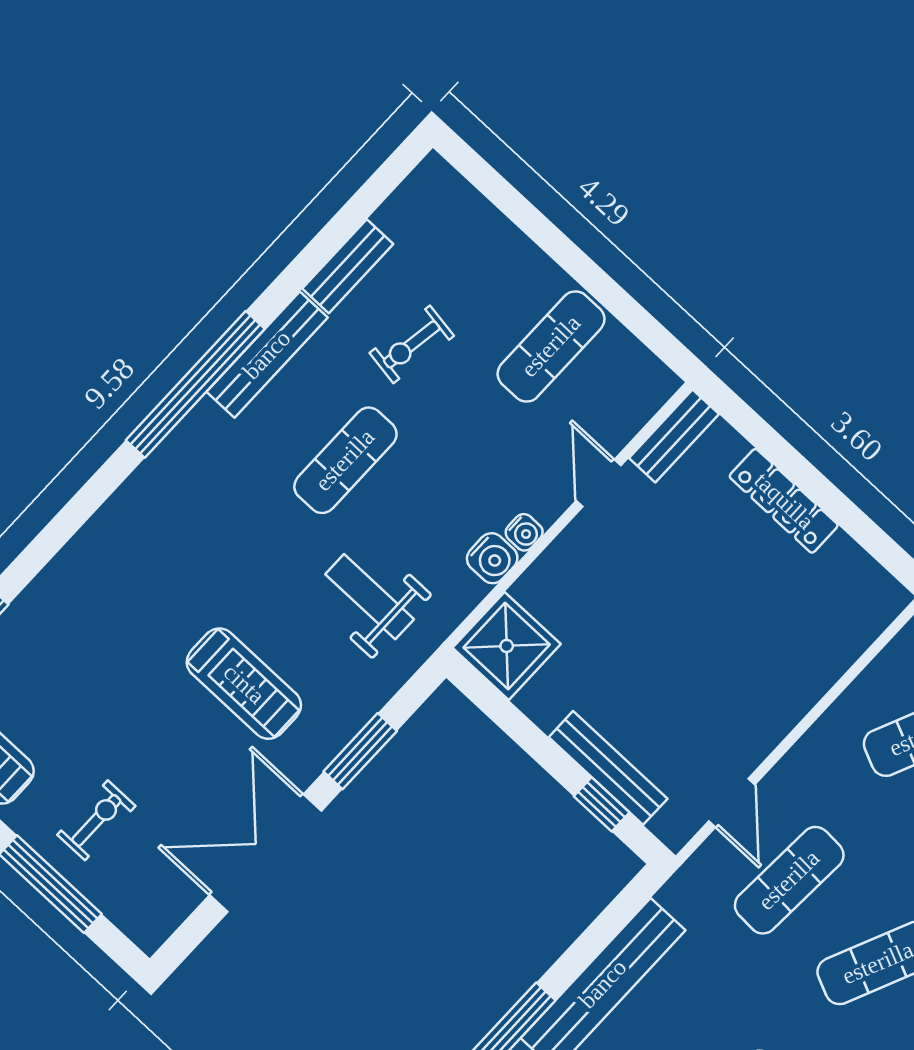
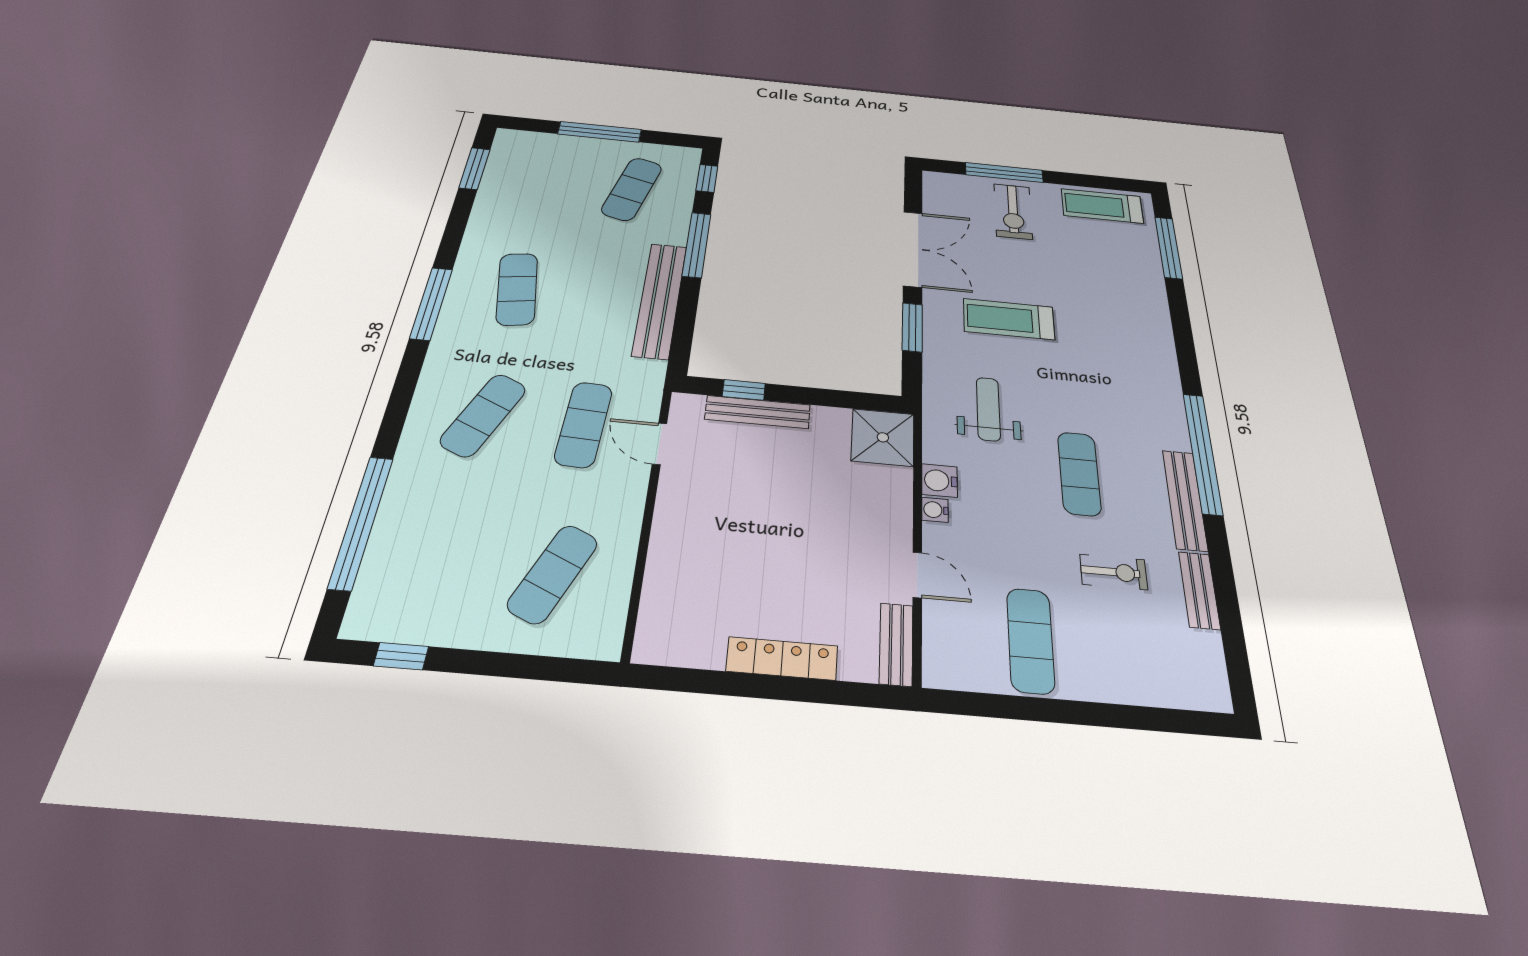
exercise bike: (412, 344) -> (1114, 572), turned 81
weight bench: (370, 597) -> (988, 409), turned -90
exercise bike: (96, 820) -> (1013, 211), width x1.38, depth x1.39

